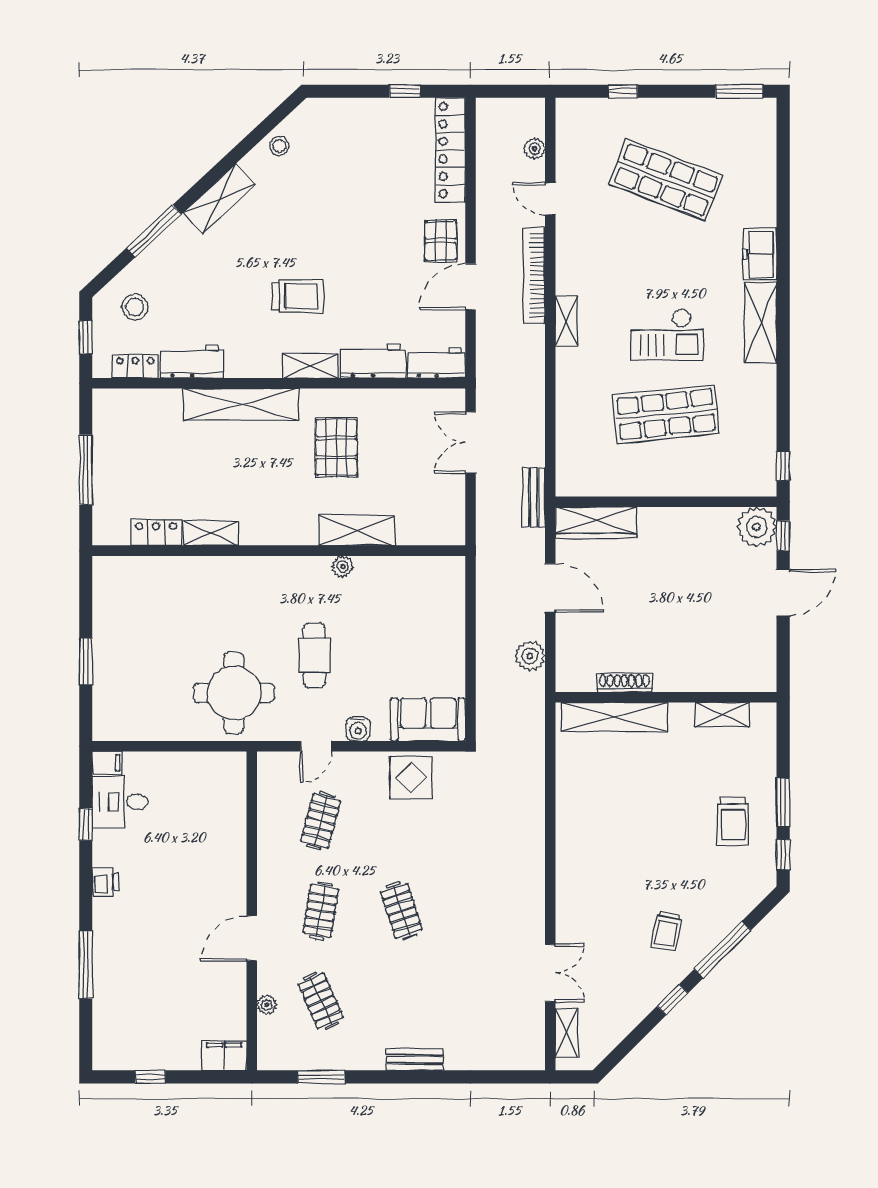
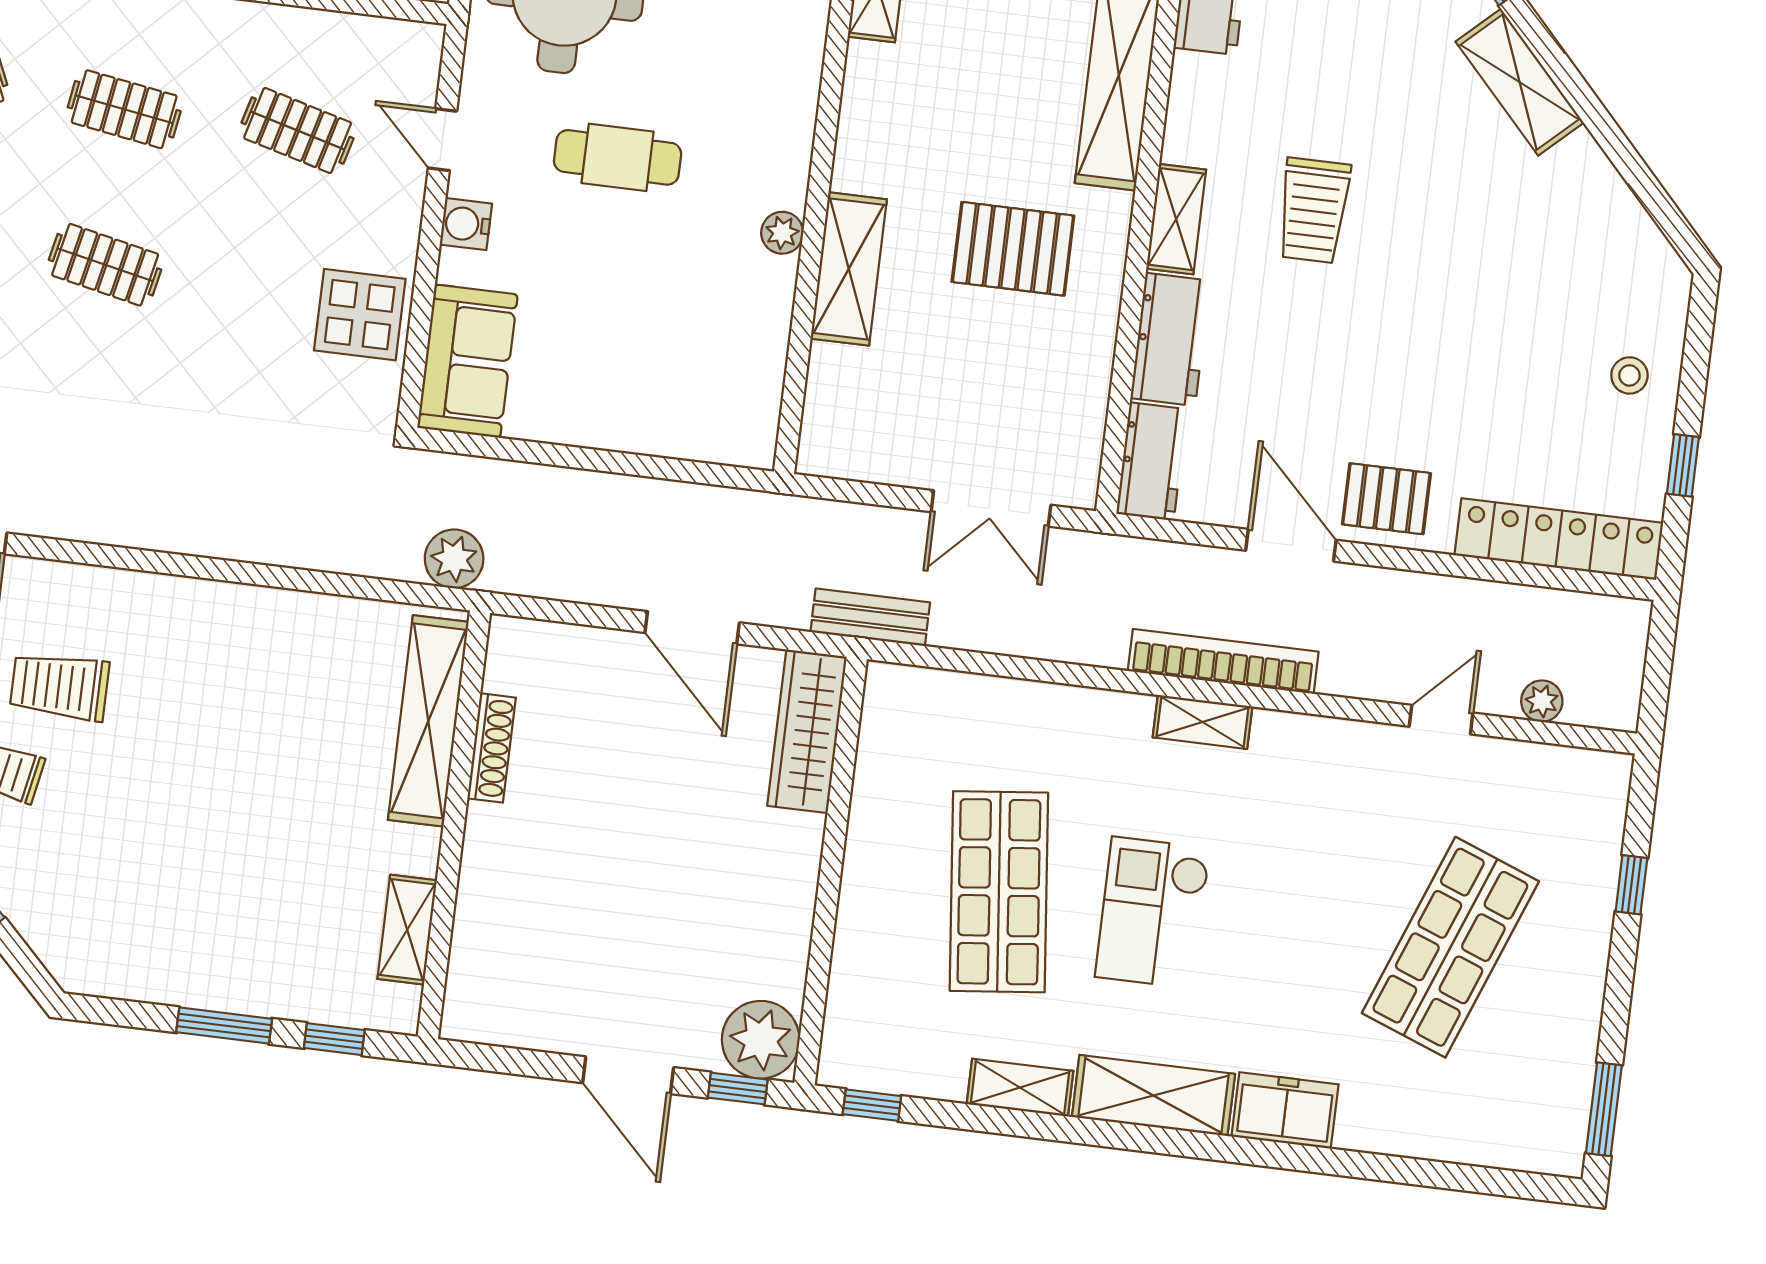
stool: (279, 146) -> (1629, 375), moved
bookcase: (534, 276) -> (1223, 661), moved
shelving: (765, 391) -> (1020, 1088), added
double door: (470, 442) -> (991, 508), swing flipped
door: (550, 588) -> (692, 628), hinge flipped
plant: (530, 656) -> (454, 559), moved
trolley: (733, 821) -> (60, 687), moved
window: (783, 855) -> (334, 1039), moved
clothes rail: (401, 911) -> (105, 265), turned 30

